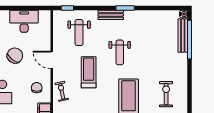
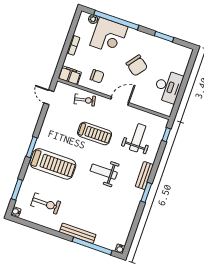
weight bench: (79, 33) -> (138, 138), turned 90
bench: (183, 36) -> (78, 233), moved

